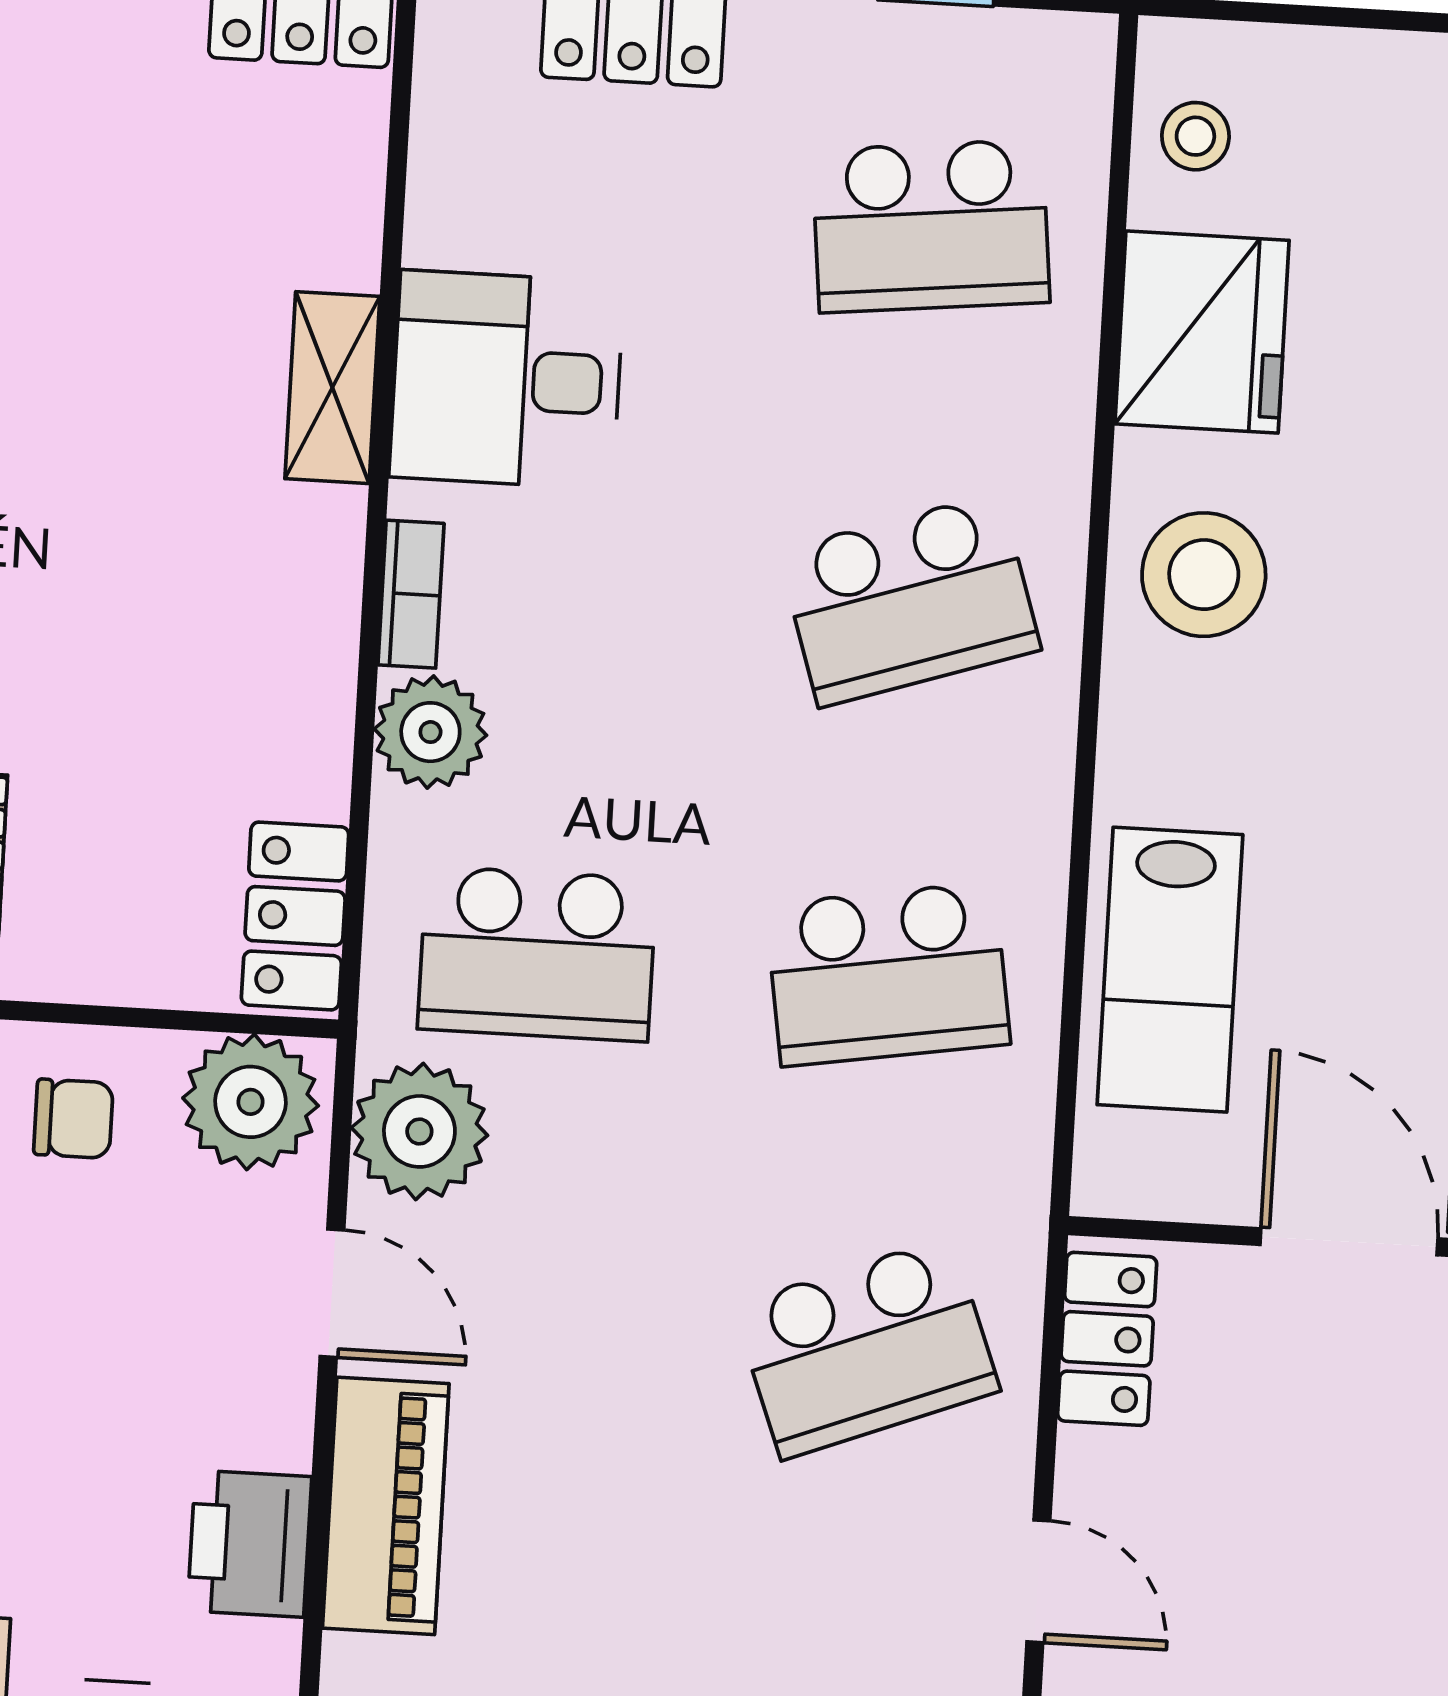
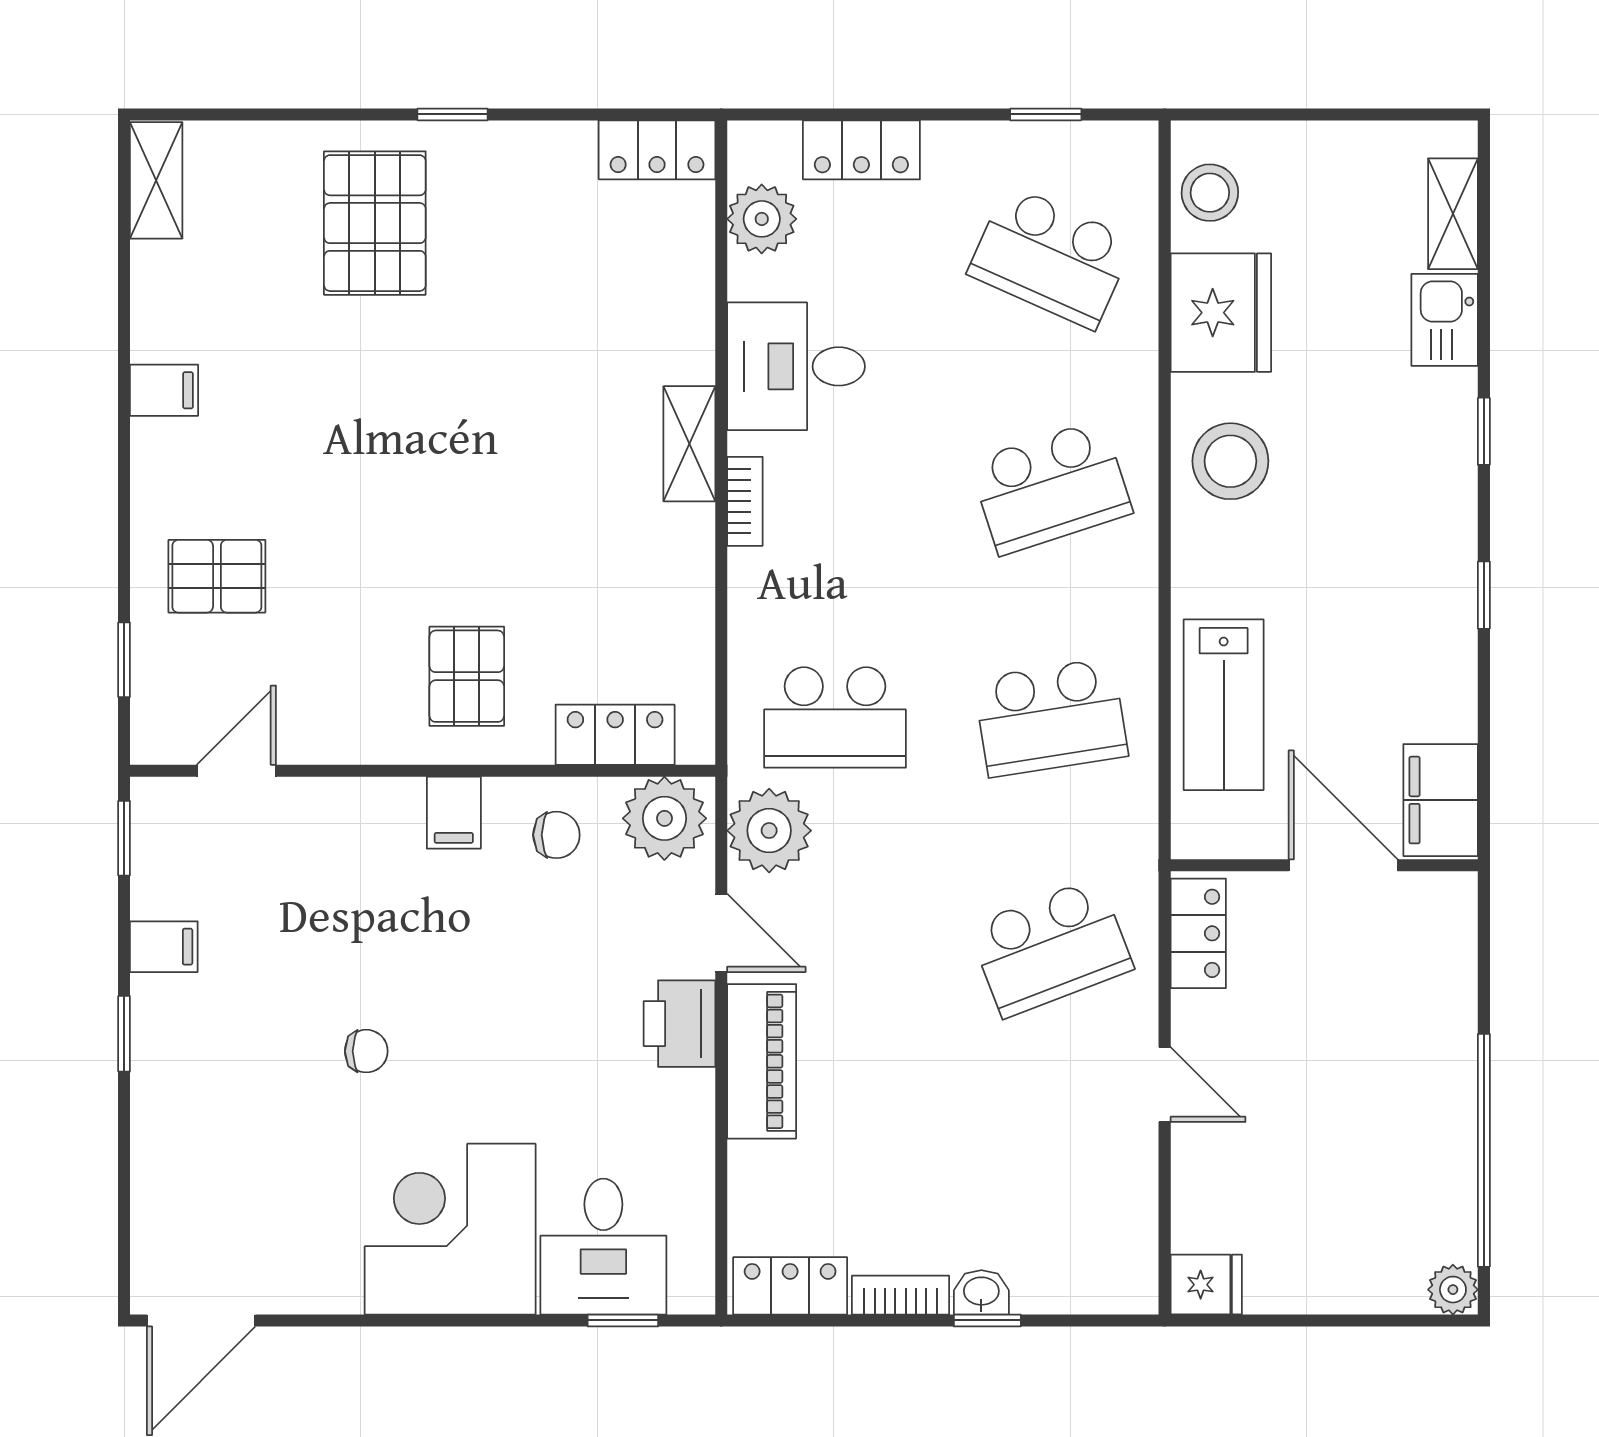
stool: (1195, 136) -> (1210, 193), width x1.37, depth x1.37
school desk: (931, 226) -> (1051, 257), turned 30
shelving: (332, 388) -> (689, 444), moved
plant: (430, 732) -> (762, 219), moved
locker: (295, 916) -> (615, 735), moved, turned 90
printer: (250, 1544) -> (679, 1024), moved

